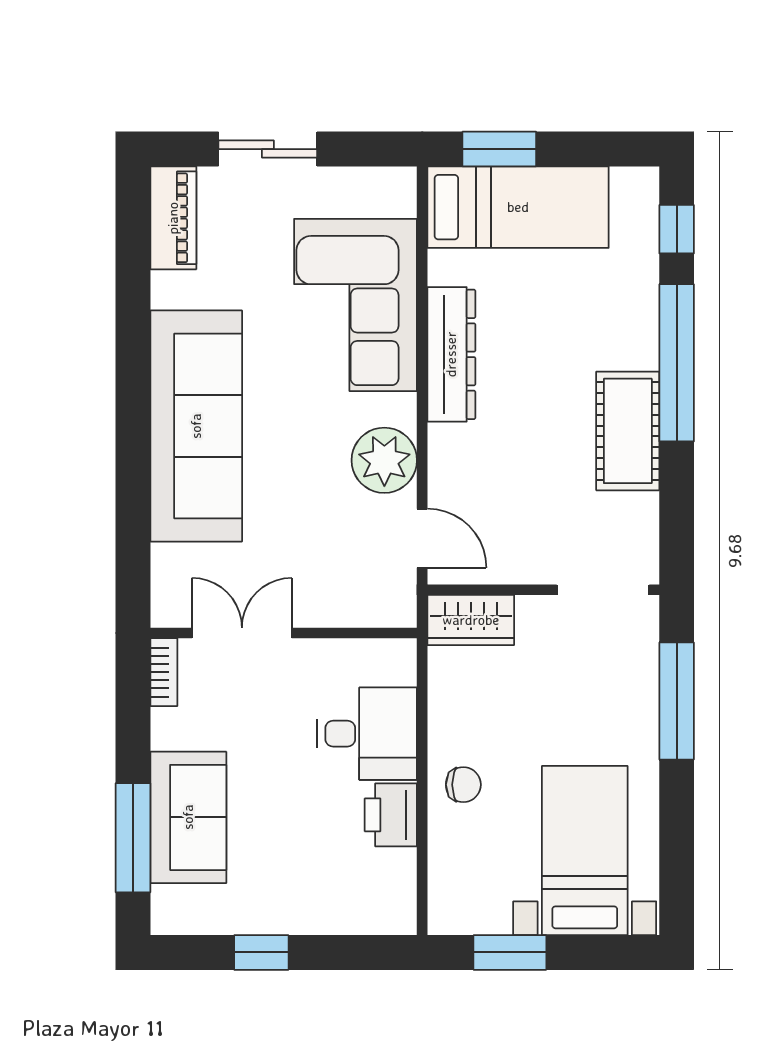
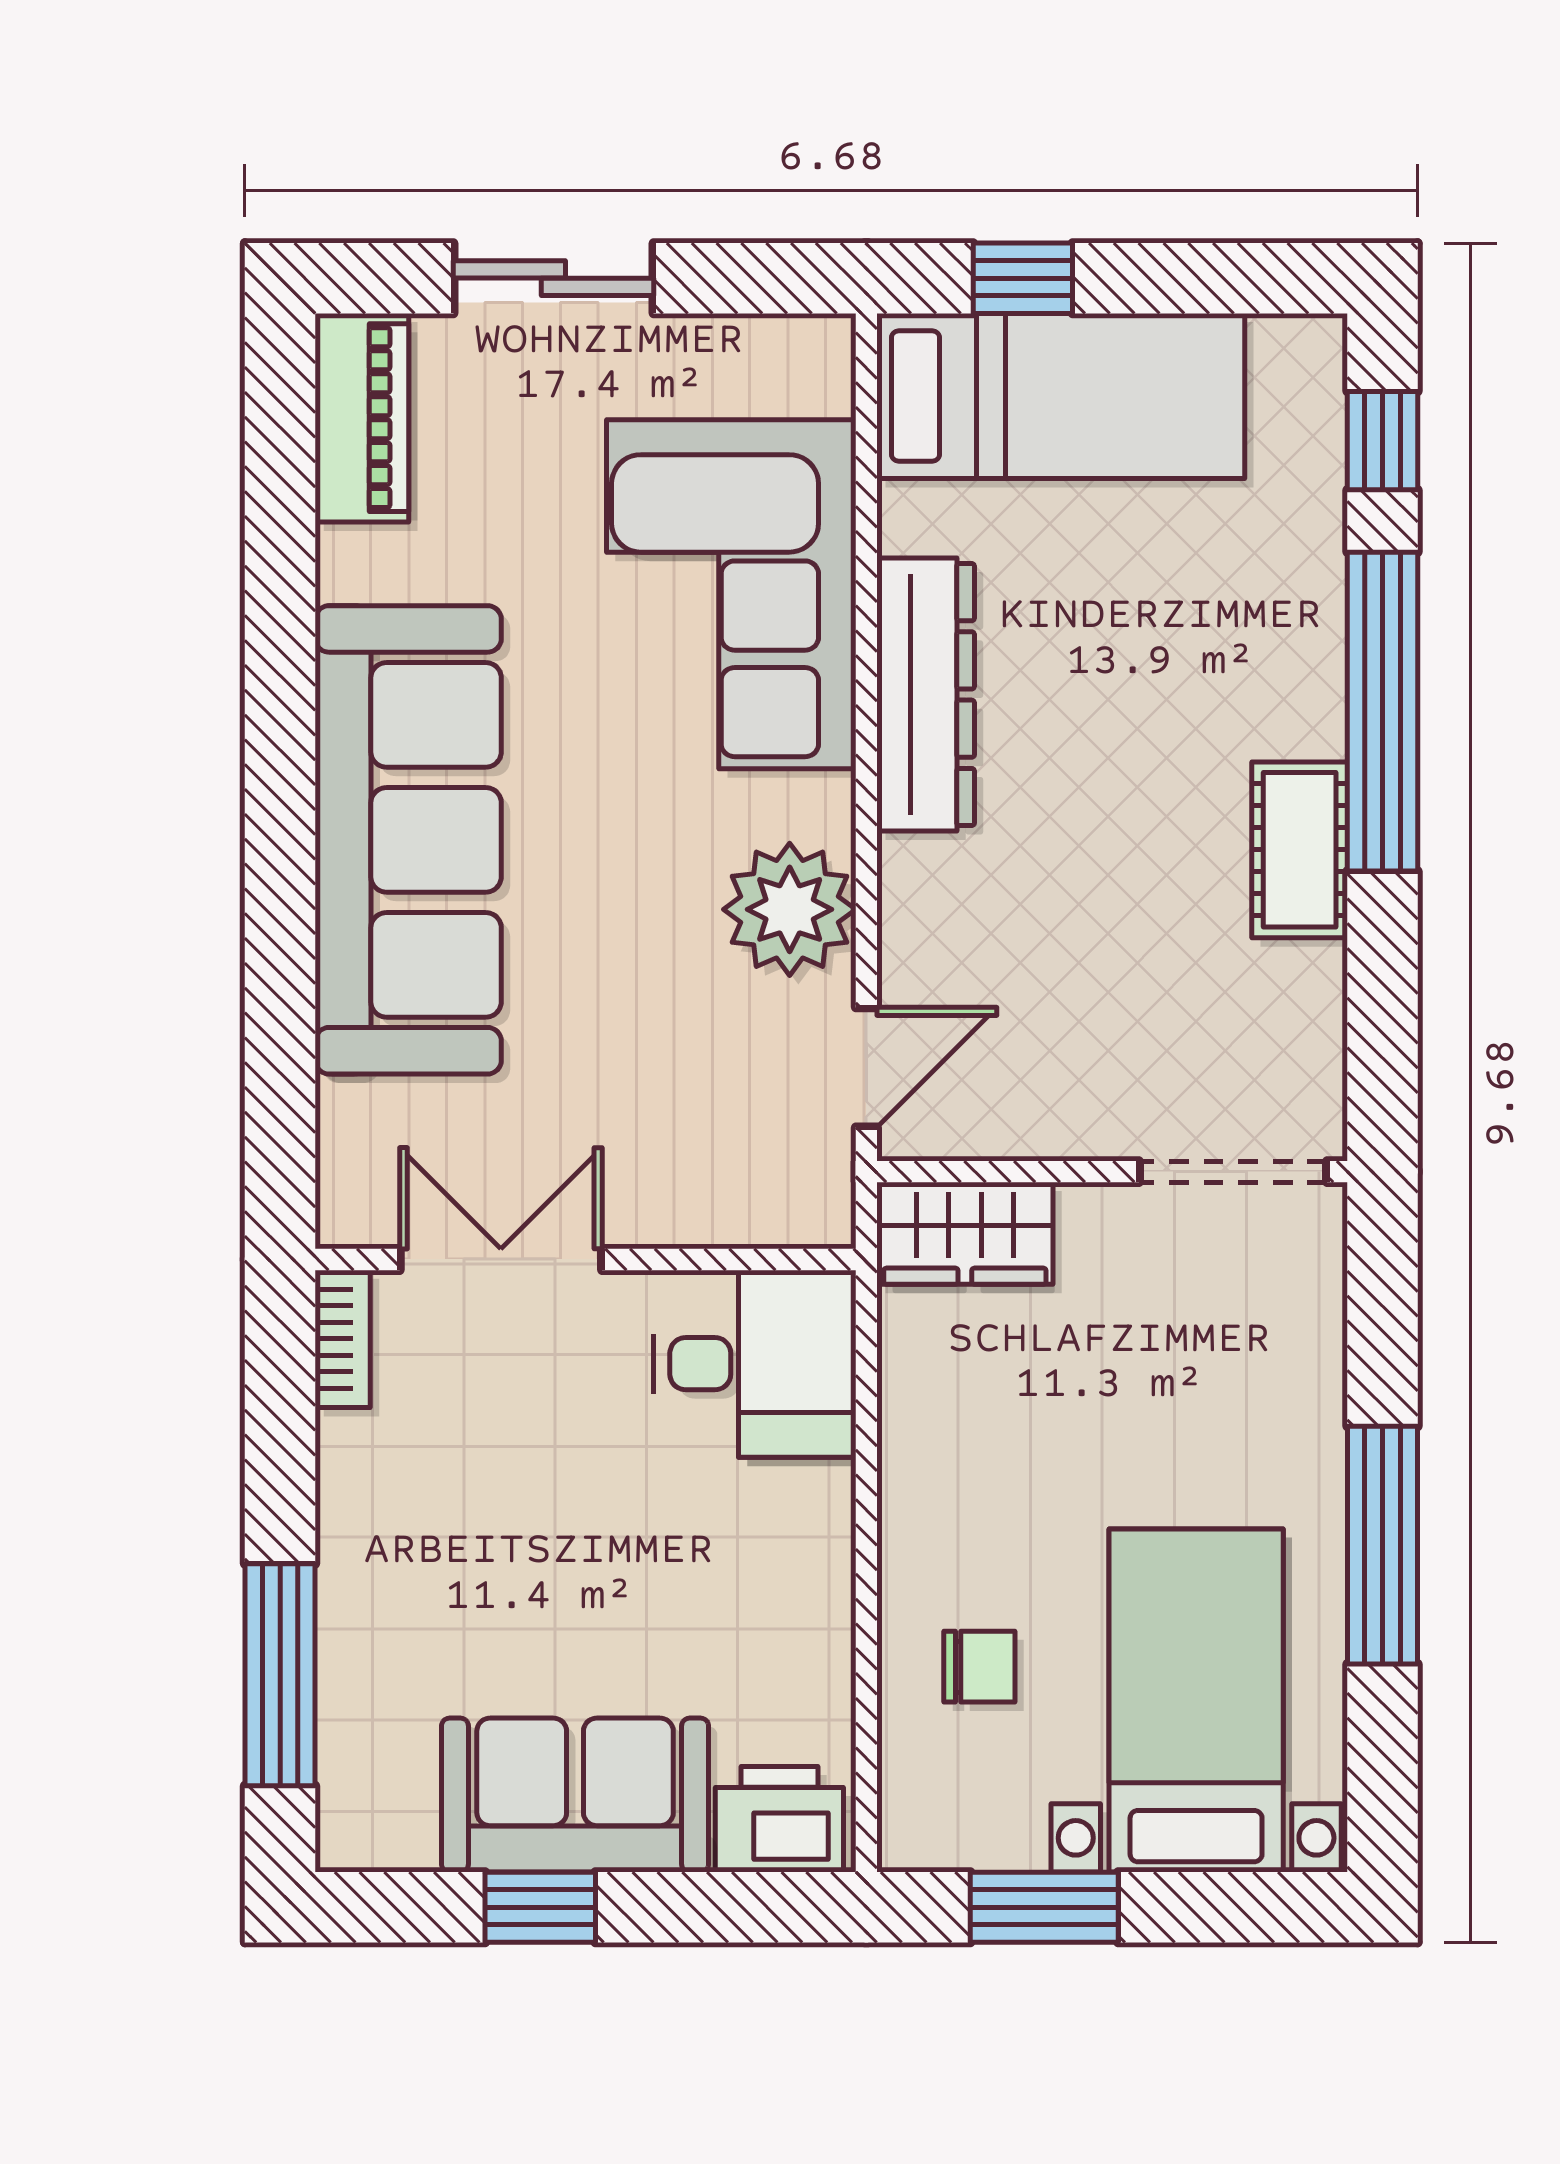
window: (499, 149) -> (1023, 278), width x0.67
cot: (628, 431) -> (1300, 850), width x0.73, depth x0.75
door: (422, 538) -> (866, 1067), hinge flipped
window: (677, 701) -> (1382, 1545), moved
desk: (367, 734) -> (755, 1364), moved
chair: (463, 785) -> (979, 1667), moved
printer: (391, 815) -> (779, 1819), moved, turned 90
sofa: (188, 817) -> (575, 1795), moved, turned -90

